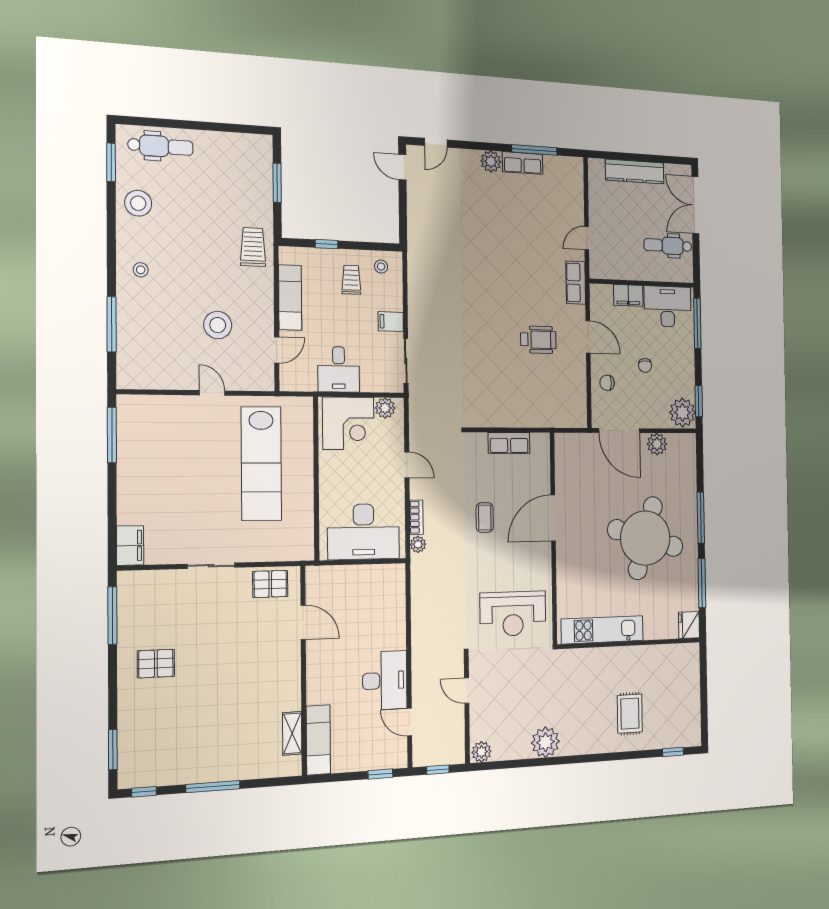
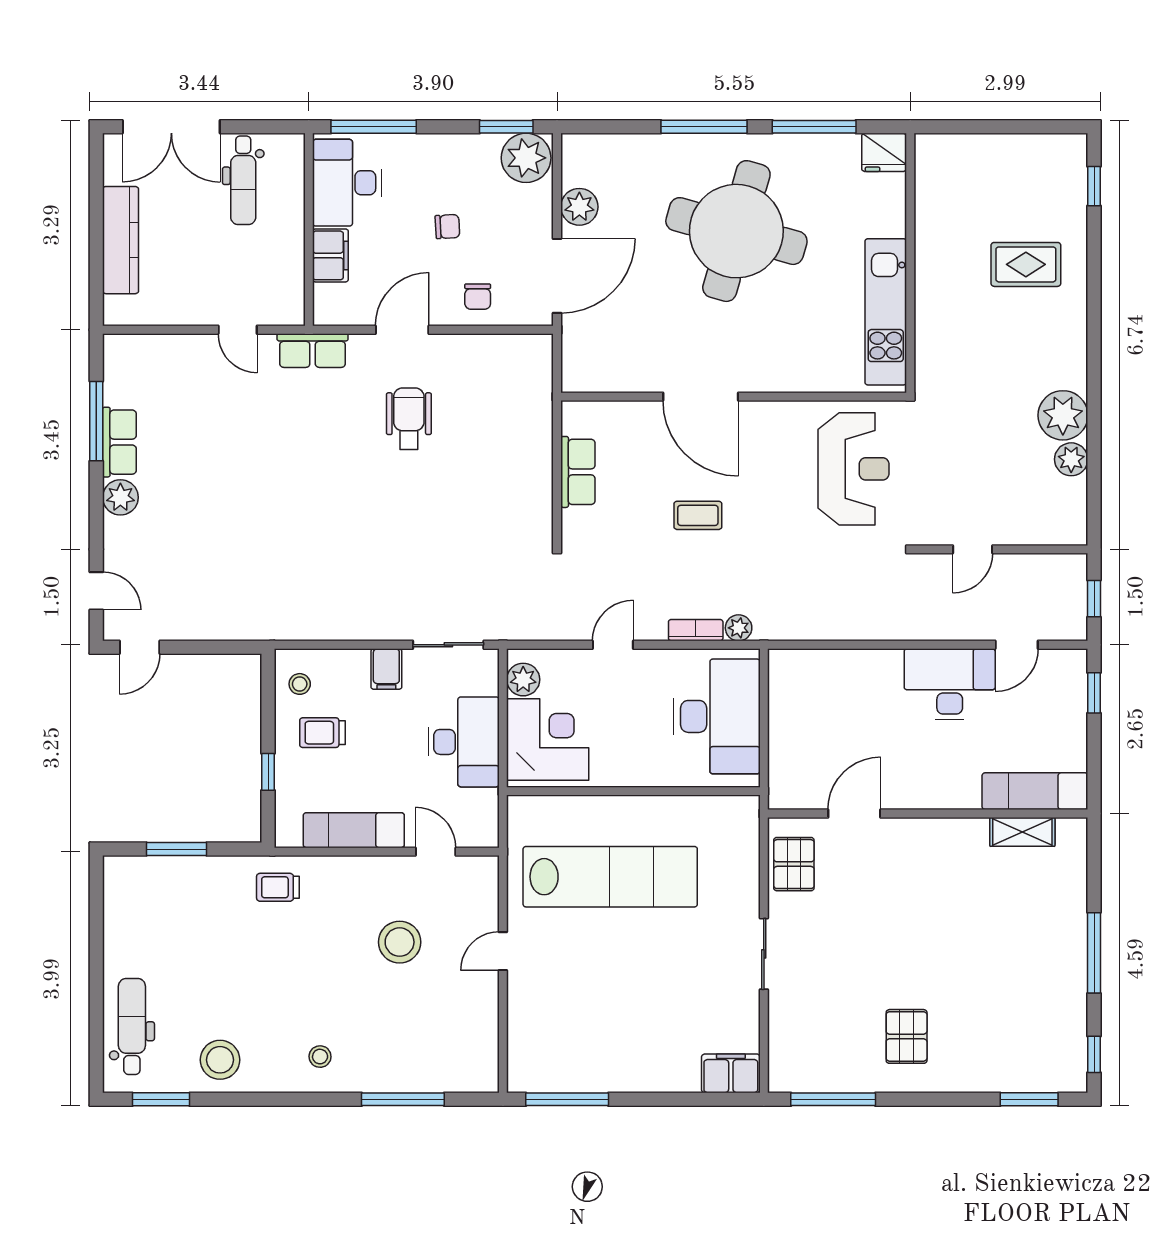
trolley: (253, 247) -> (278, 887), width x0.73, depth x0.72
desk: (339, 369) -> (464, 742), width x1.37
plant: (481, 752) -> (1071, 459), moved

